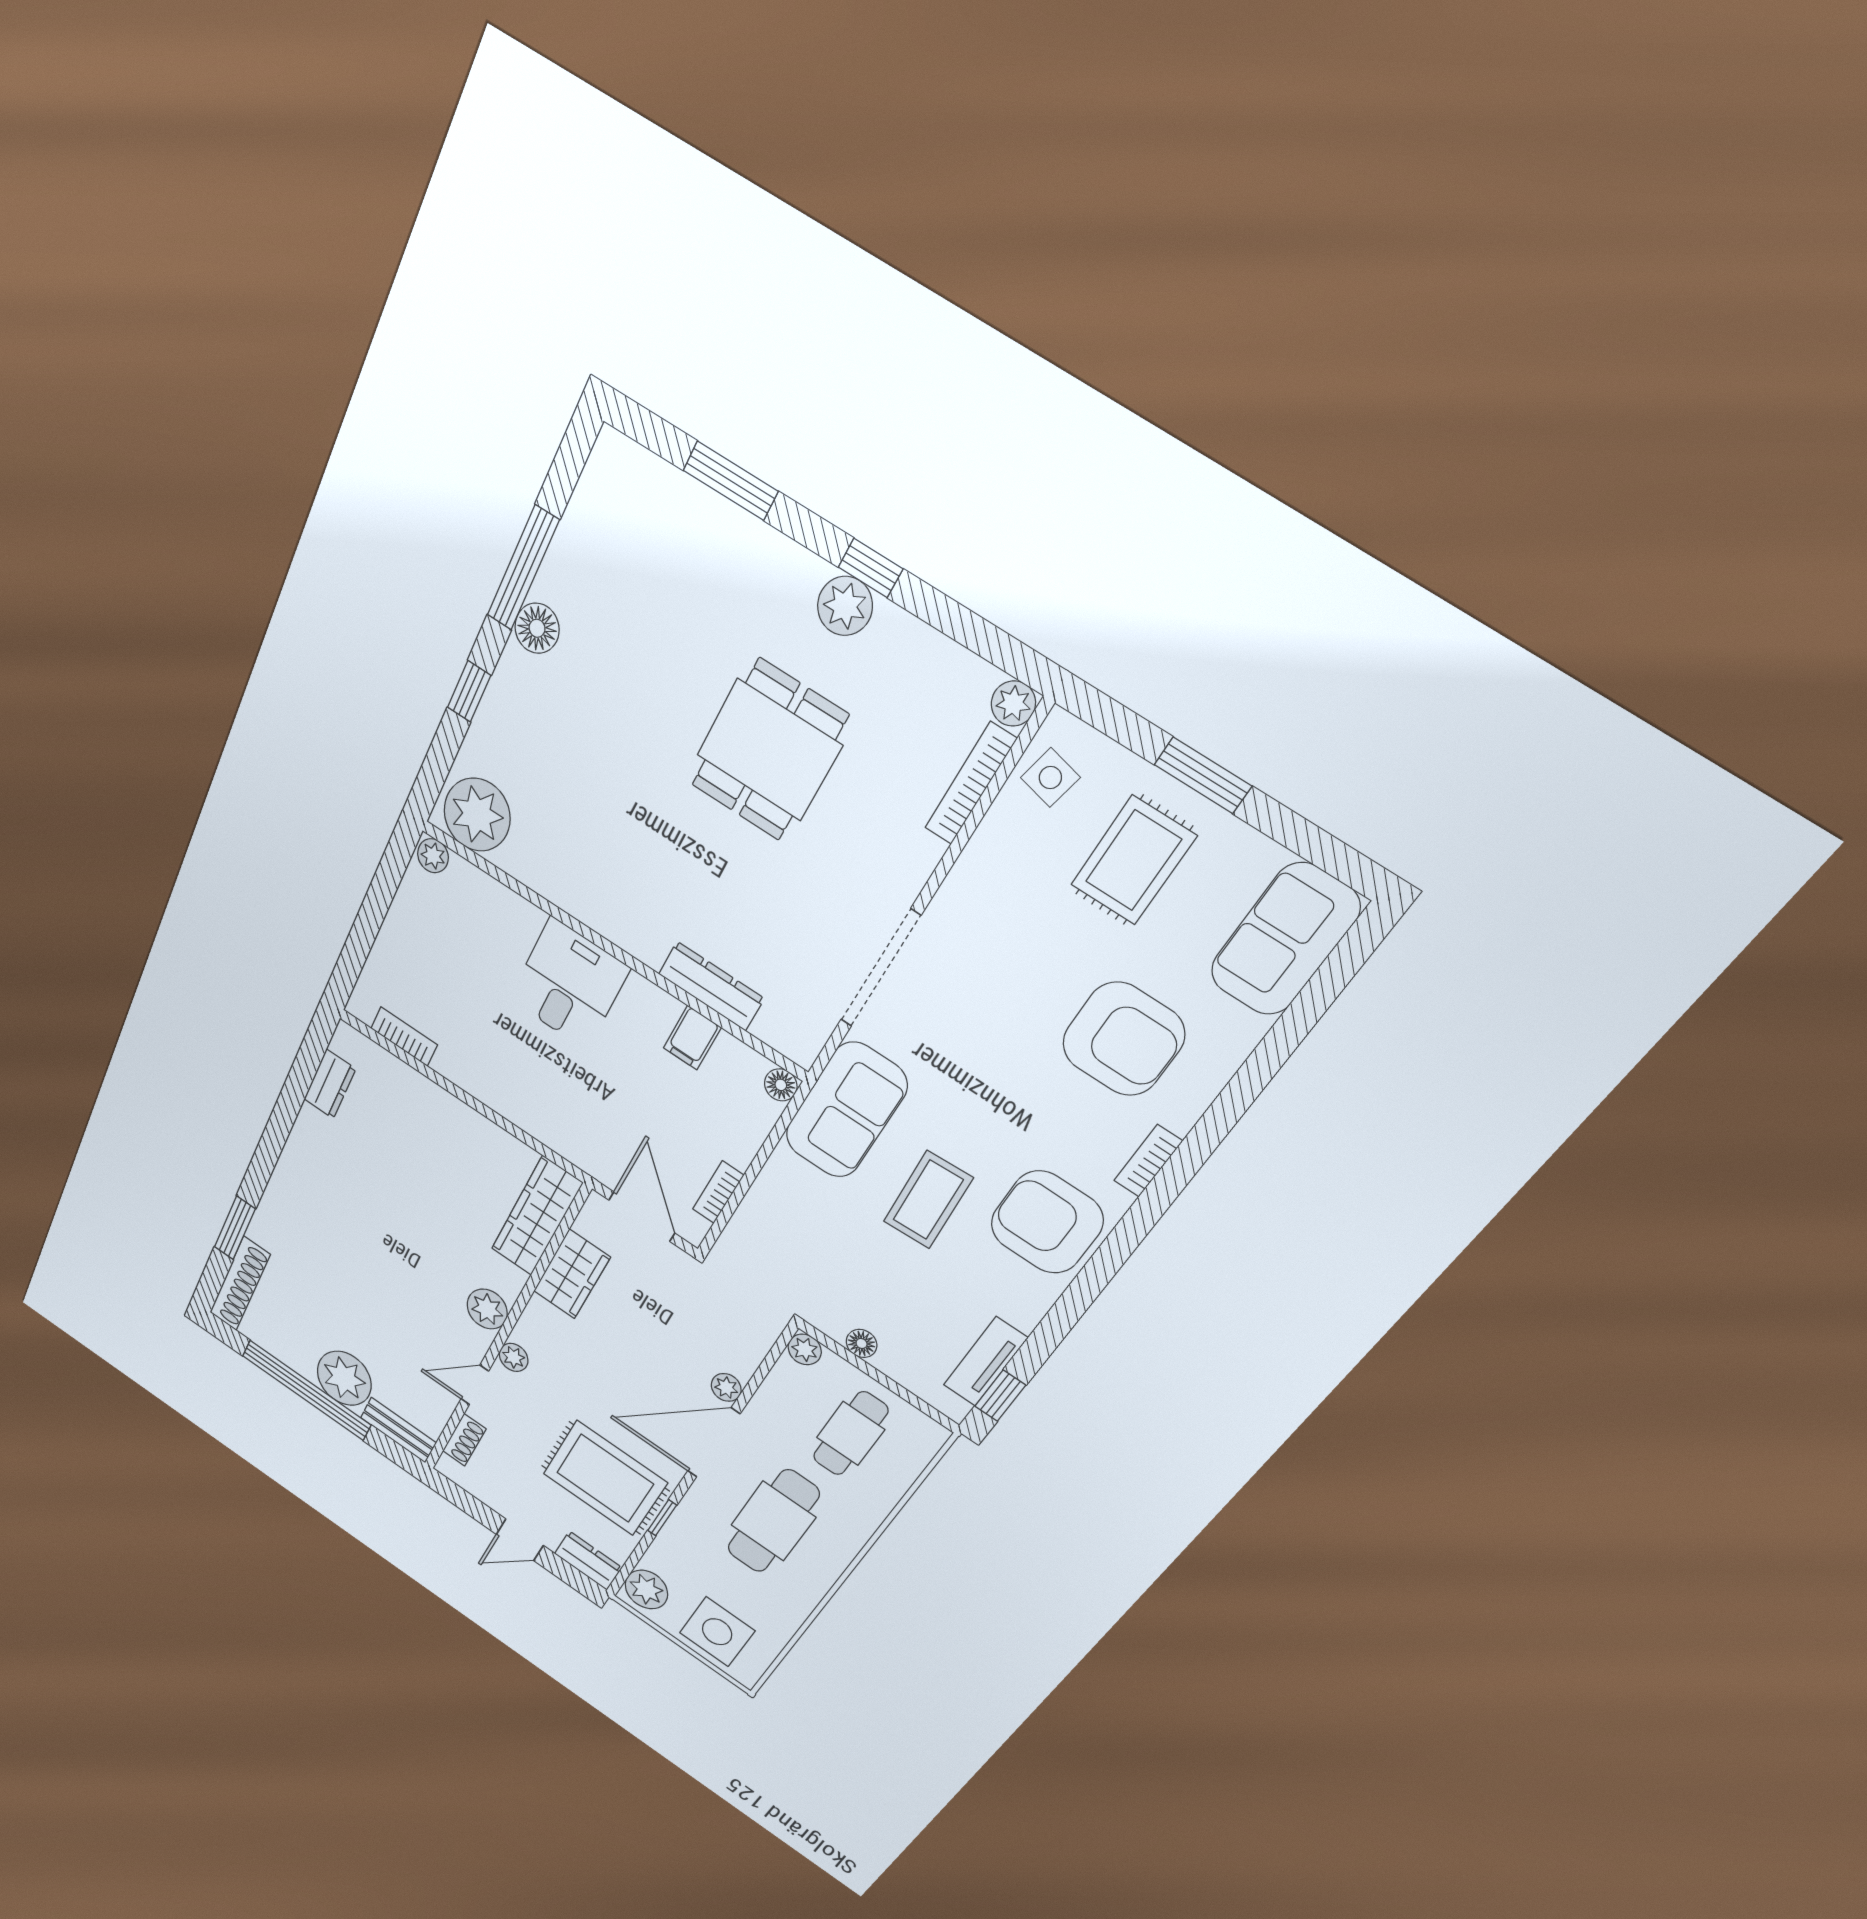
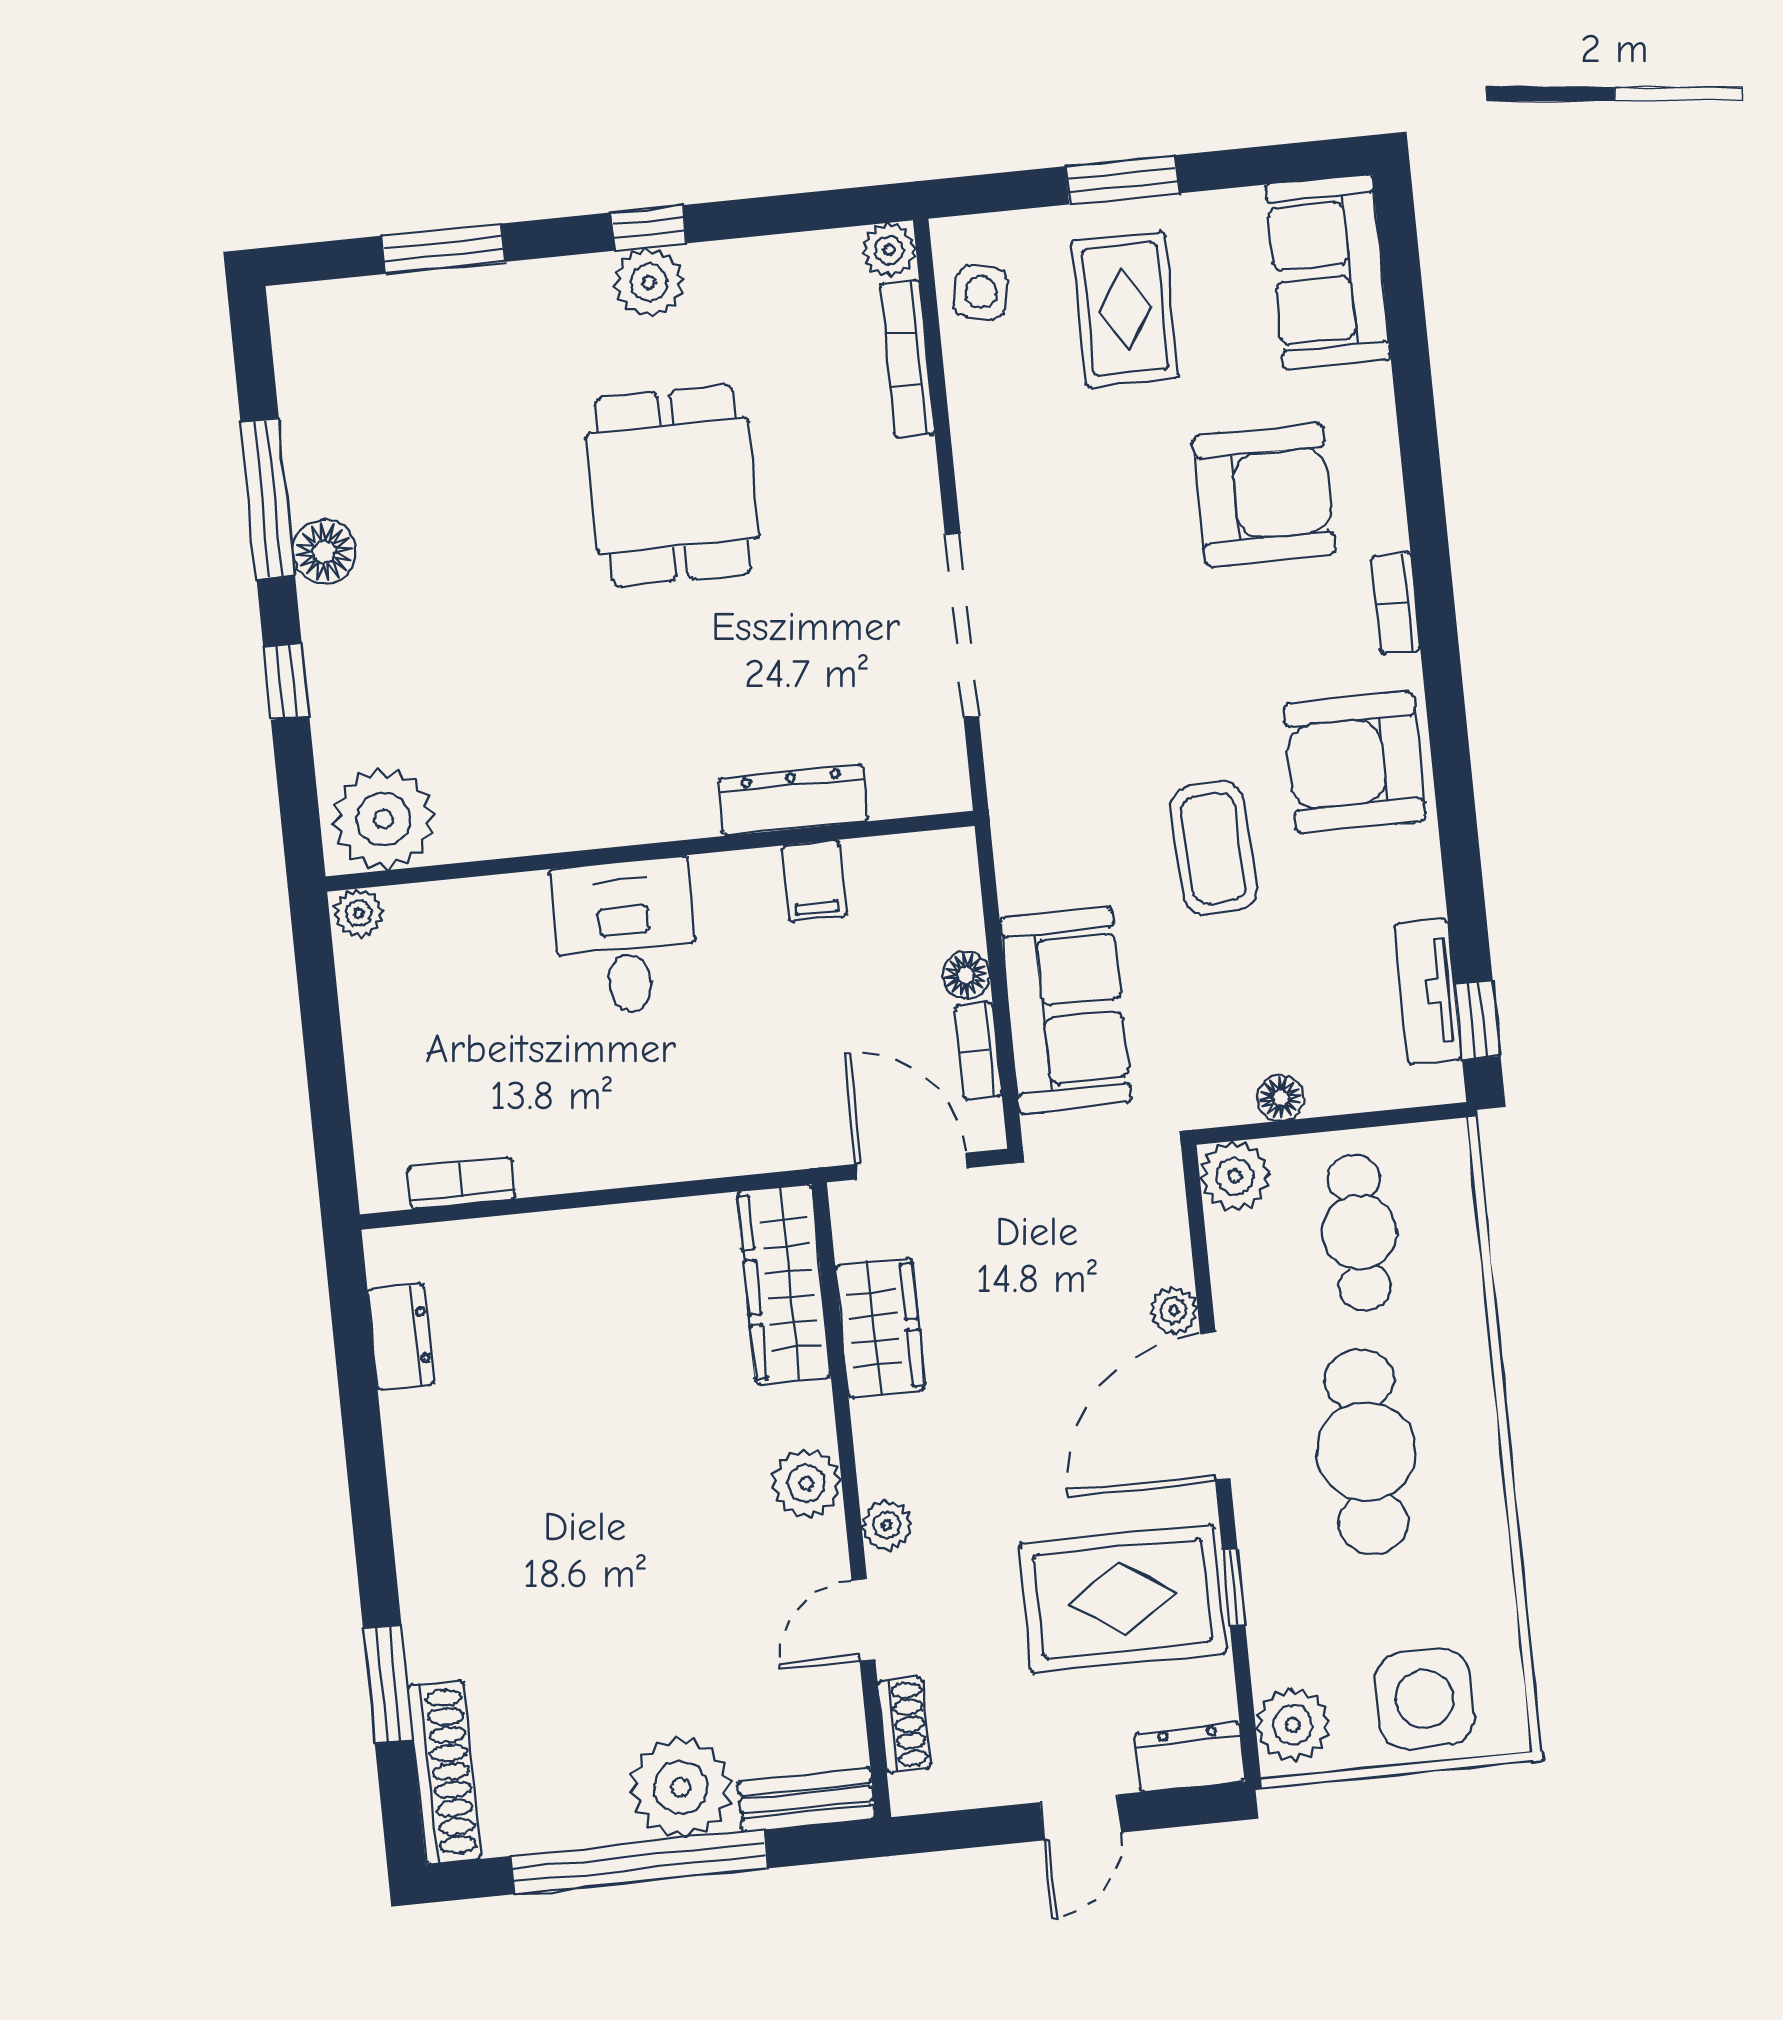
floor lamp: (781, 1085) -> (966, 975), moved
sofa: (846, 1110) -> (1066, 1010), moved
plant: (805, 1349) -> (1235, 1176), width x1.38, depth x1.38

